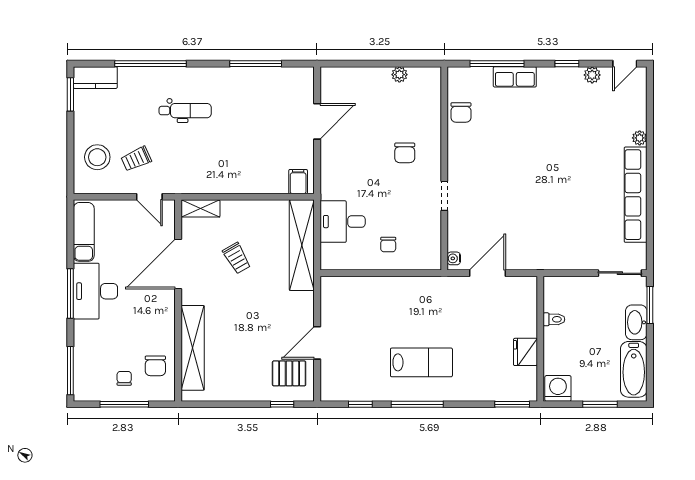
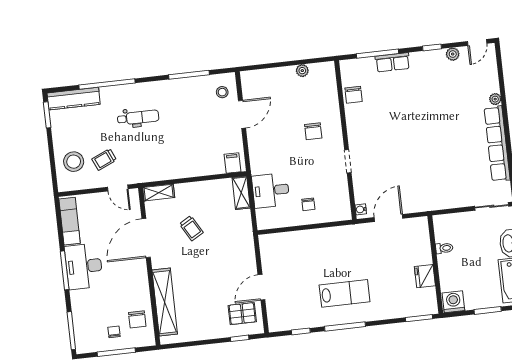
kitchen counter: (95, 78) -> (74, 99), width x1.50
stool: (295, 90) -> (222, 92), added
shelving: (302, 245) -> (241, 193), width x0.45, depth x0.75

